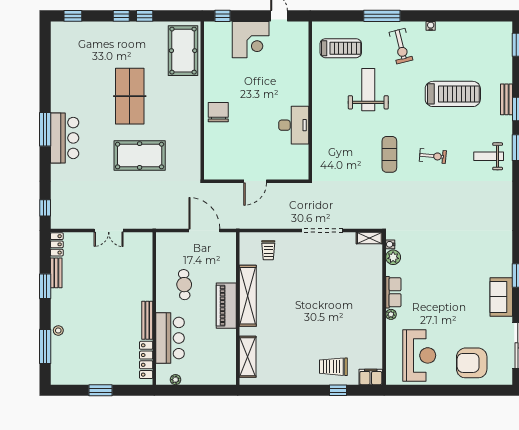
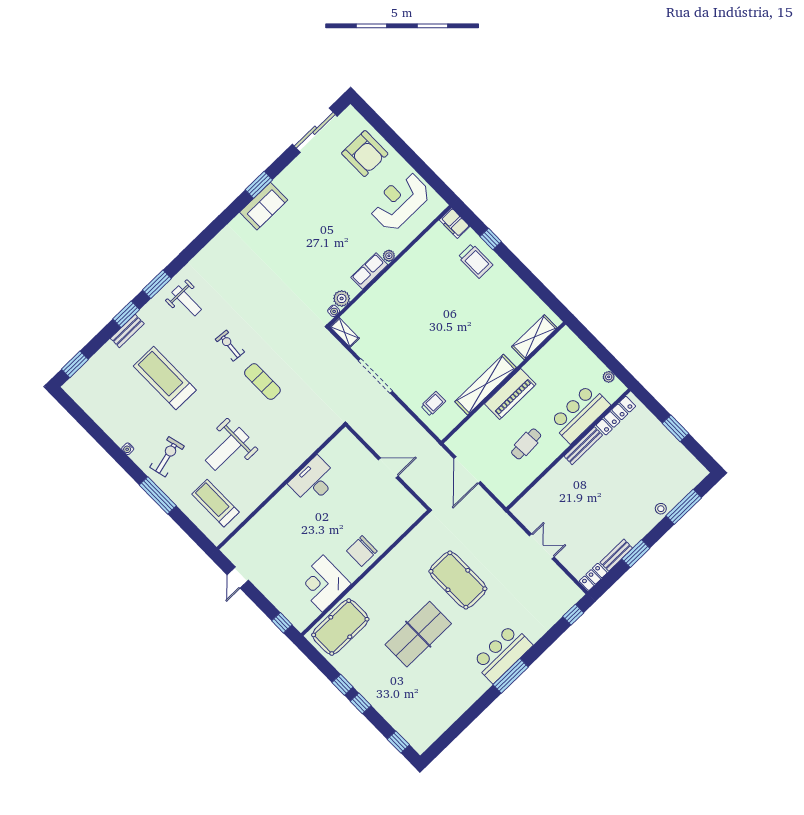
corner desk: (251, 40) -> (323, 584), moved, turned -90
exercise mat: (389, 154) -> (262, 382), turned 90
sofa: (501, 297) -> (264, 206), moved

